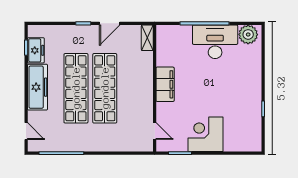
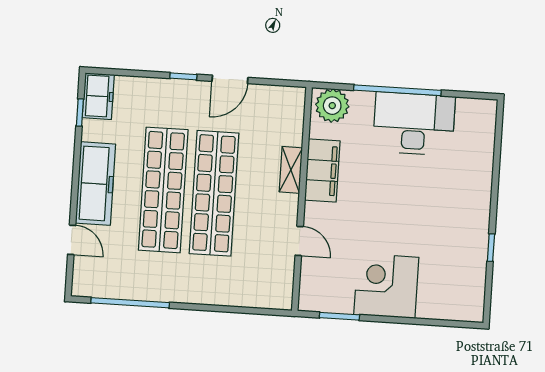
plant: (248, 34) -> (332, 106), moved
shelving: (147, 38) -> (291, 170), moved
freezer: (36, 50) -> (98, 96), moved
filing cabinet: (165, 84) -> (322, 170), moved
door: (26, 131) -> (72, 240), moved
door: (155, 131) -> (299, 241), moved

